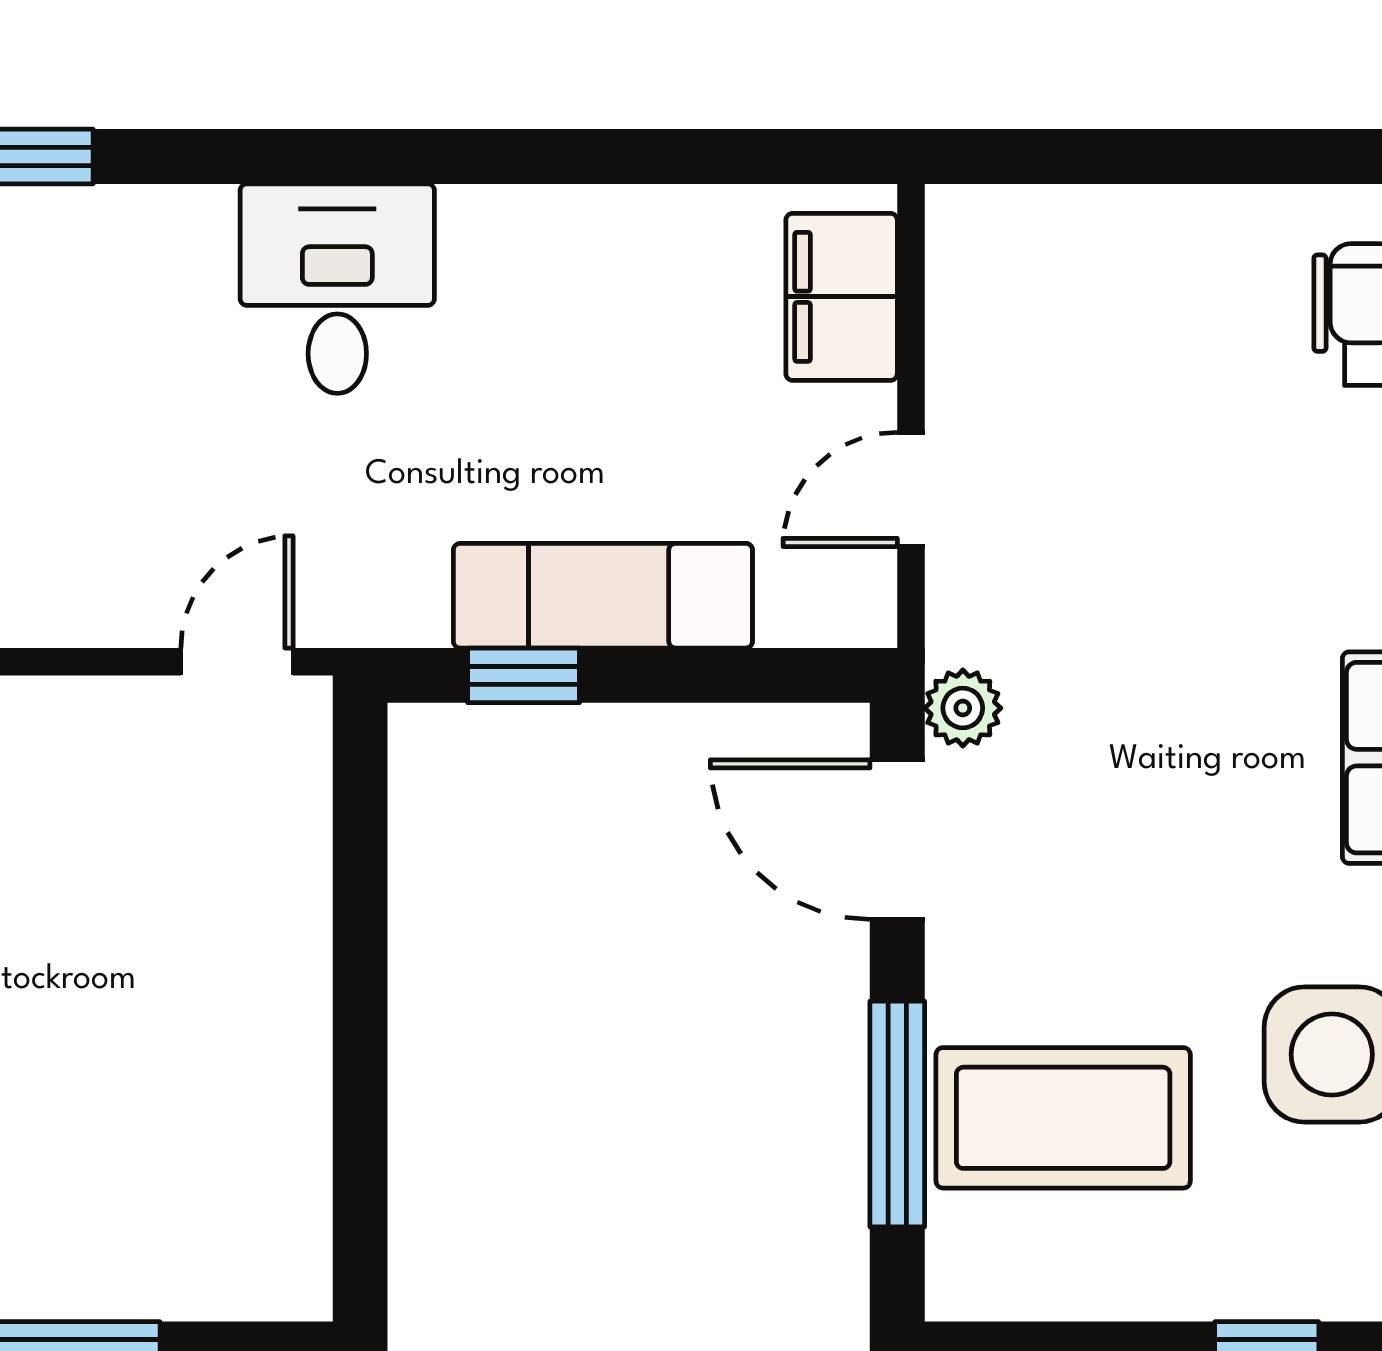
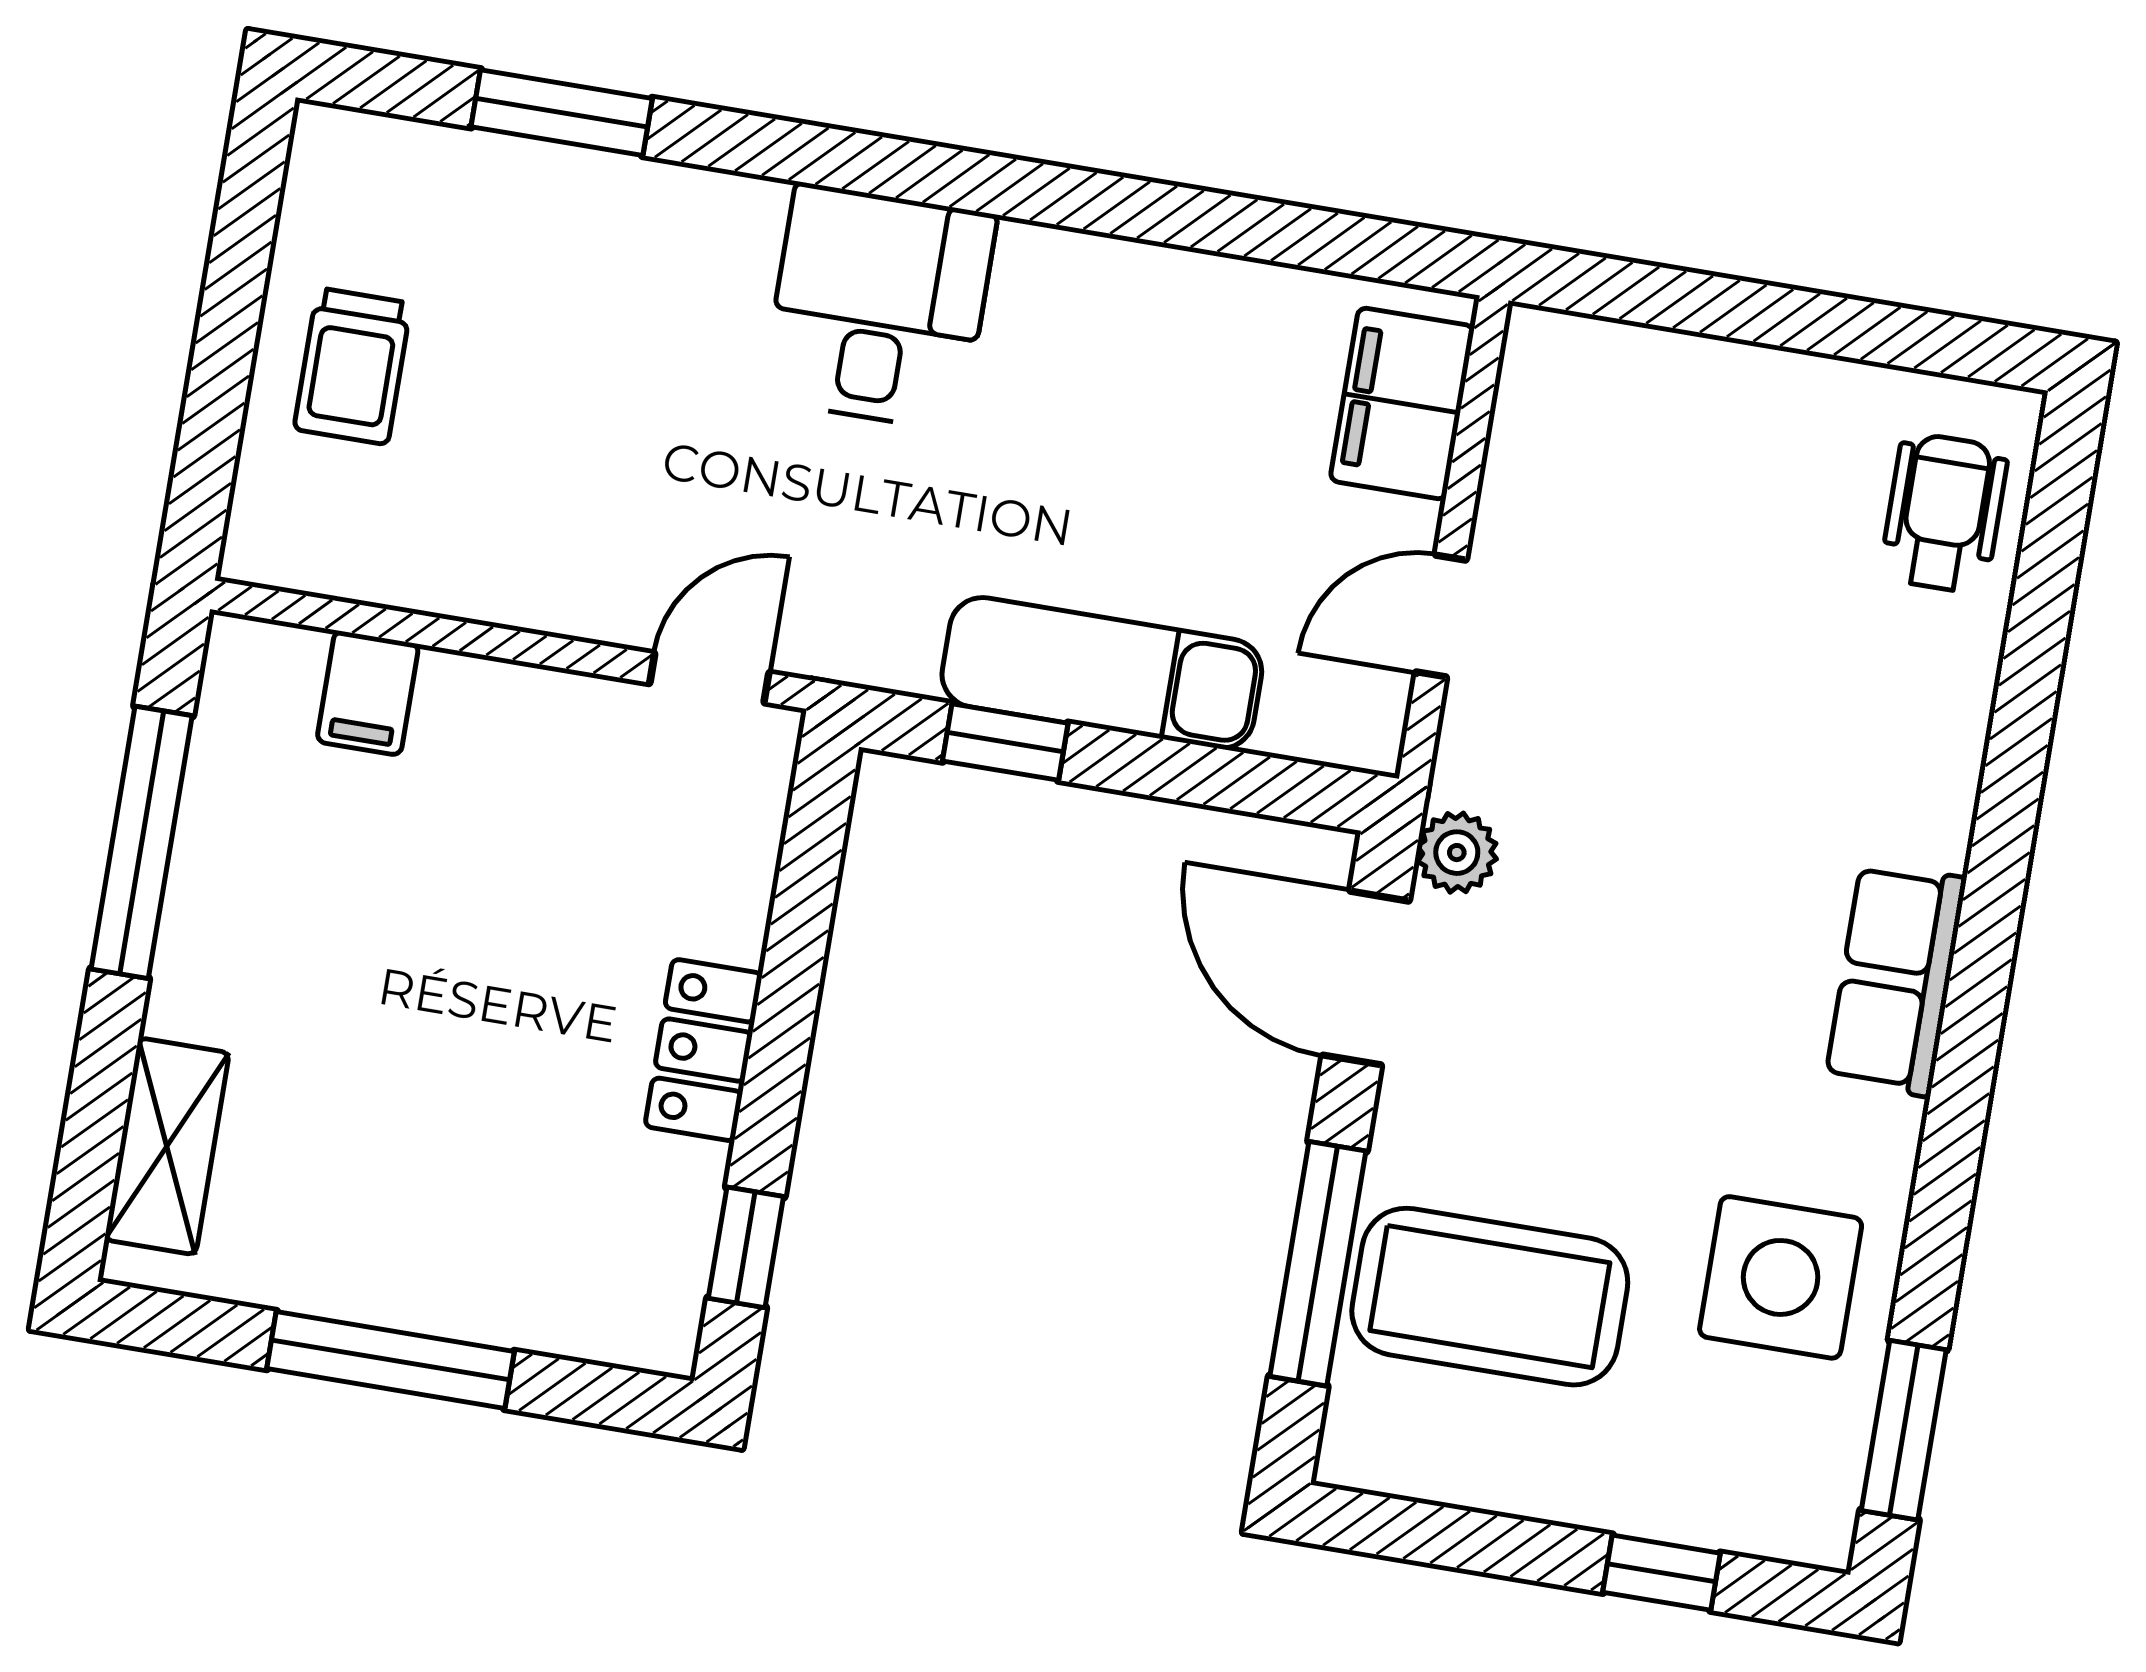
locker: (290, 1010) -> (704, 1050), added
window: (360, 1188) -> (746, 1247), added

